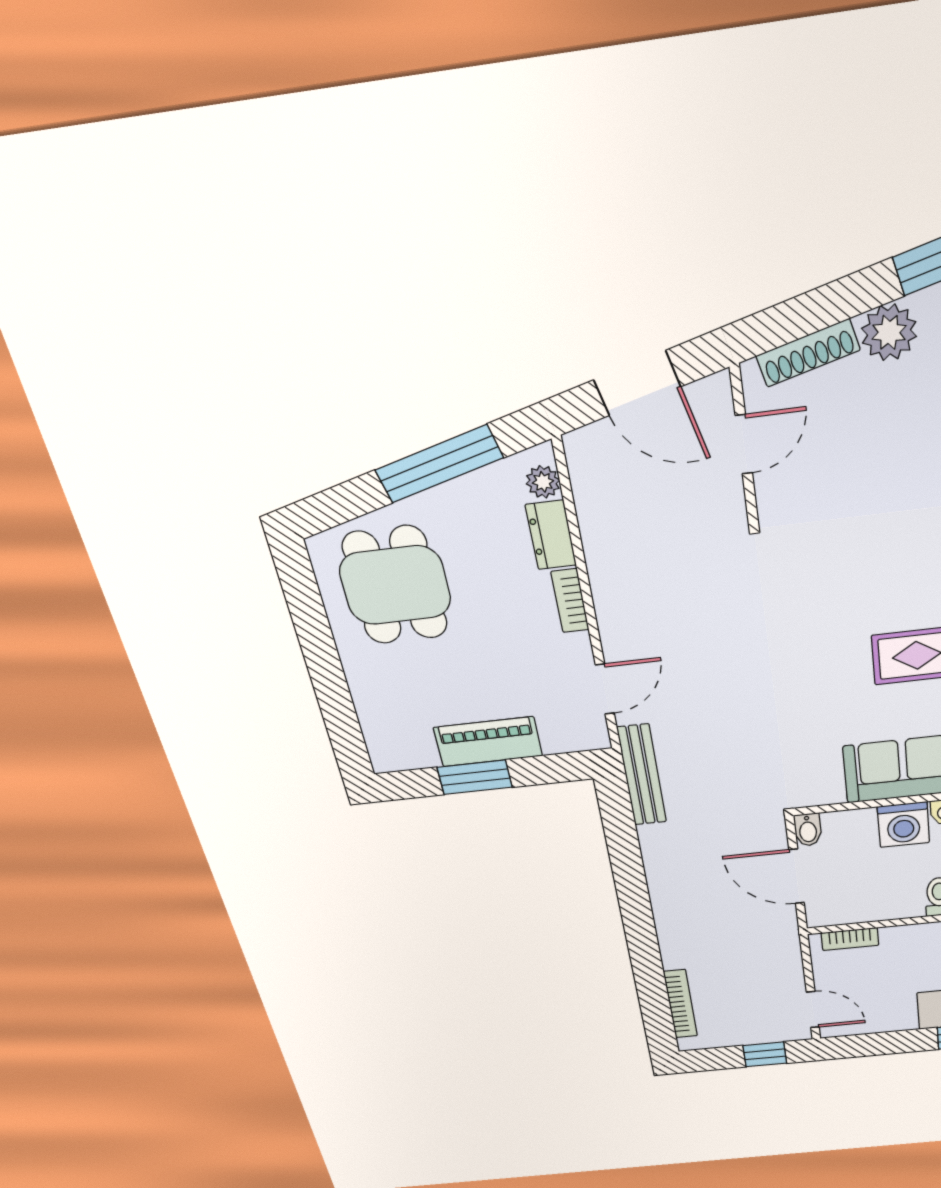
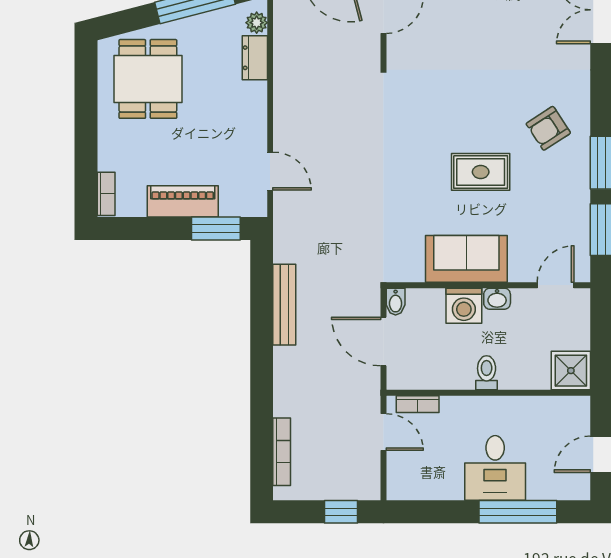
bookcase: (570, 601) -> (106, 194), moved, turned 180
door: (605, 689) -> (270, 171), hinge flipped
bench: (642, 775) -> (284, 305), moved
window: (475, 777) -> (216, 229), moved
door: (813, 1010) -> (383, 432), moved

